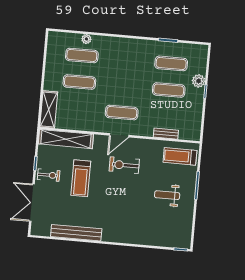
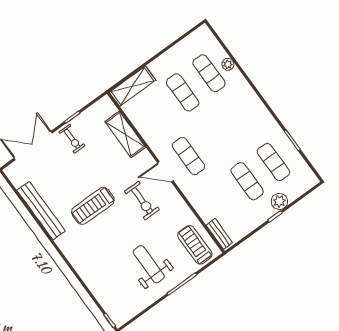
bench: (166, 134) -> (219, 234), moved
shelving: (66, 139) -> (125, 134), width x0.68
exercise bike: (124, 165) -> (142, 201), turned 180
treadmill: (81, 178) -> (93, 206), moved
weight bench: (167, 195) -> (149, 264), width x1.36, depth x1.33

